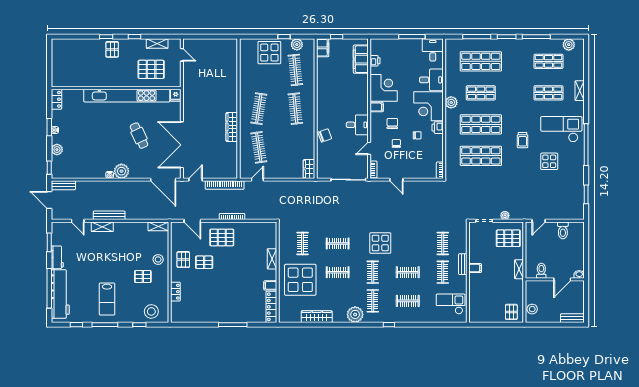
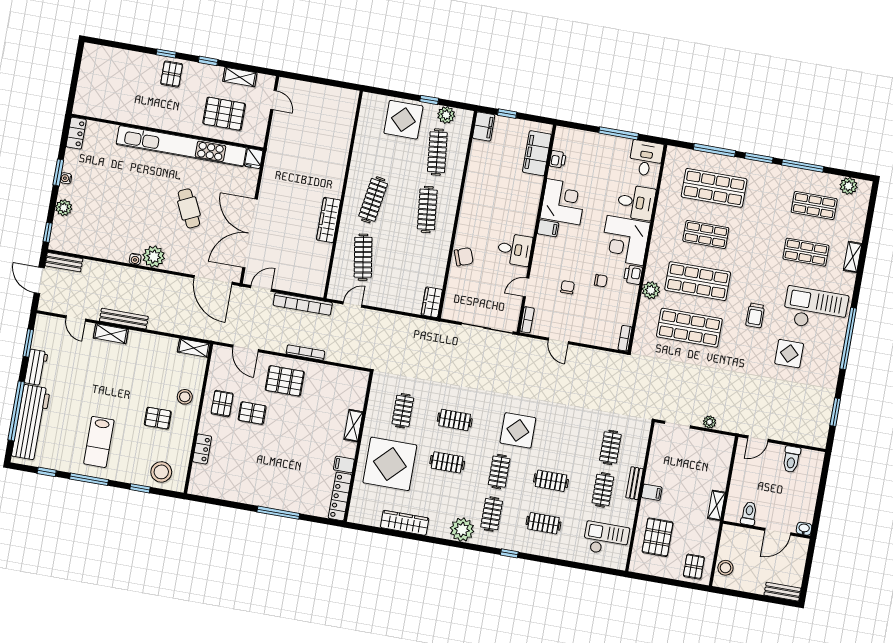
plant: (451, 102) -> (651, 290), moved
chair: (392, 123) -> (567, 257), removed
pallet: (508, 238) -> (658, 537), moved, turned 90

